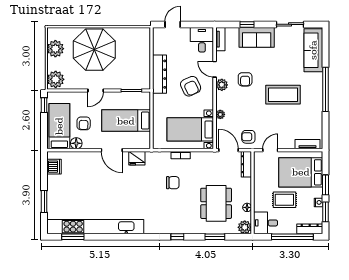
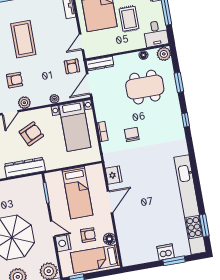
nightstand: (80, 98) -> (63, 243), added
door: (270, 150) -> (81, 42), hinge flipped
dishwasher: (54, 167) -> (166, 252), moved

